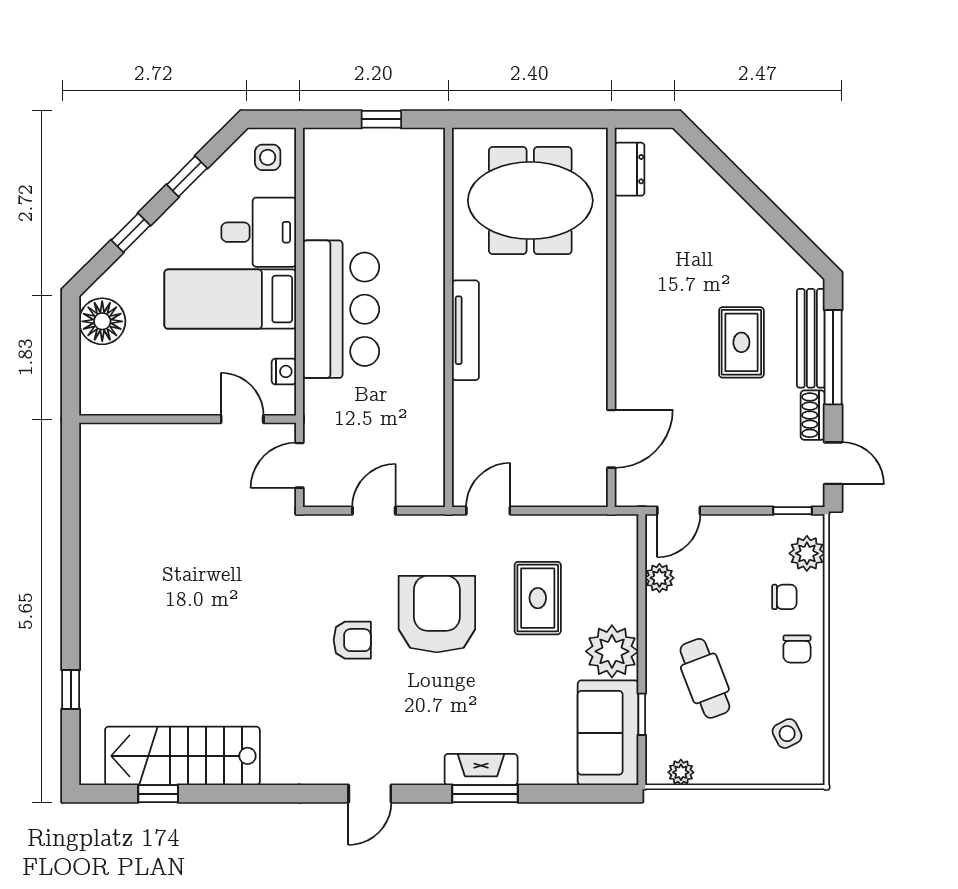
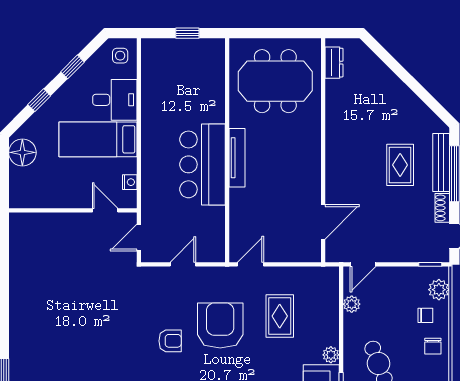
bar counter: (341, 309) -> (202, 164), moved, turned 180
plant: (612, 651) -> (331, 355), width x0.53, depth x0.53

